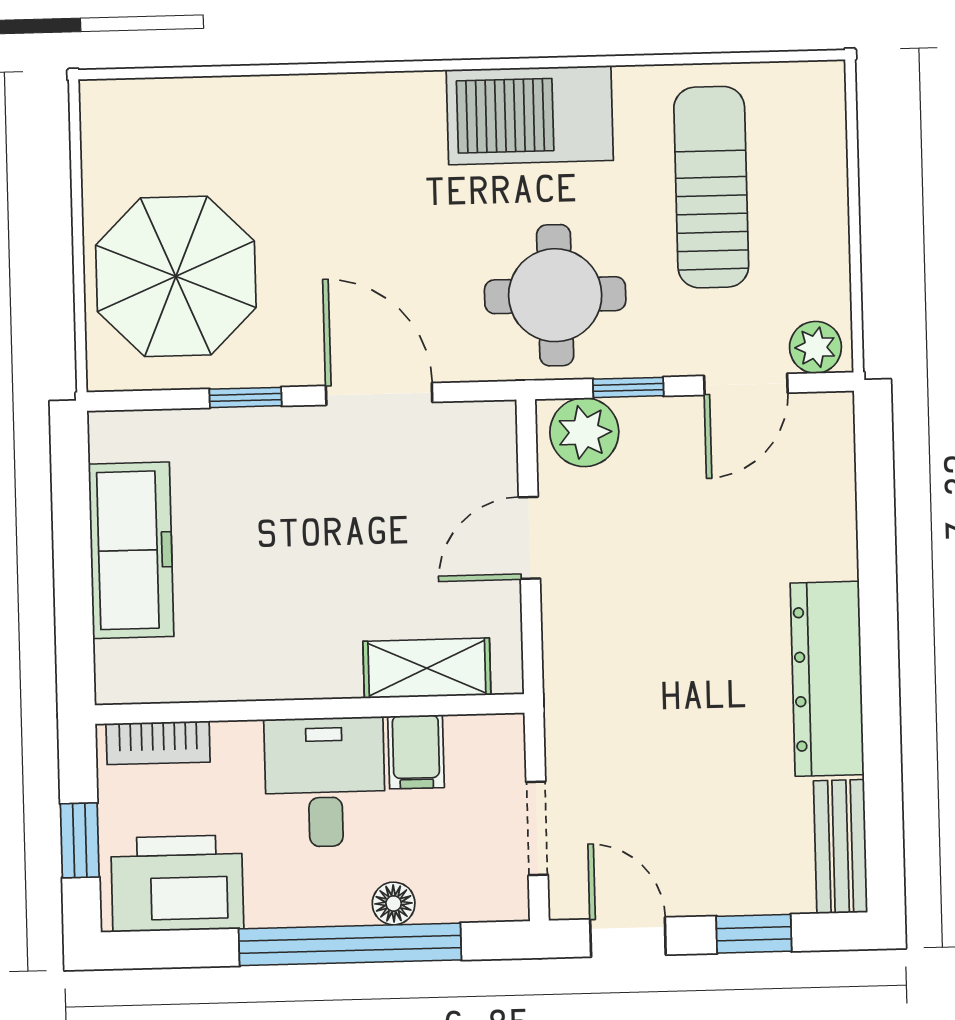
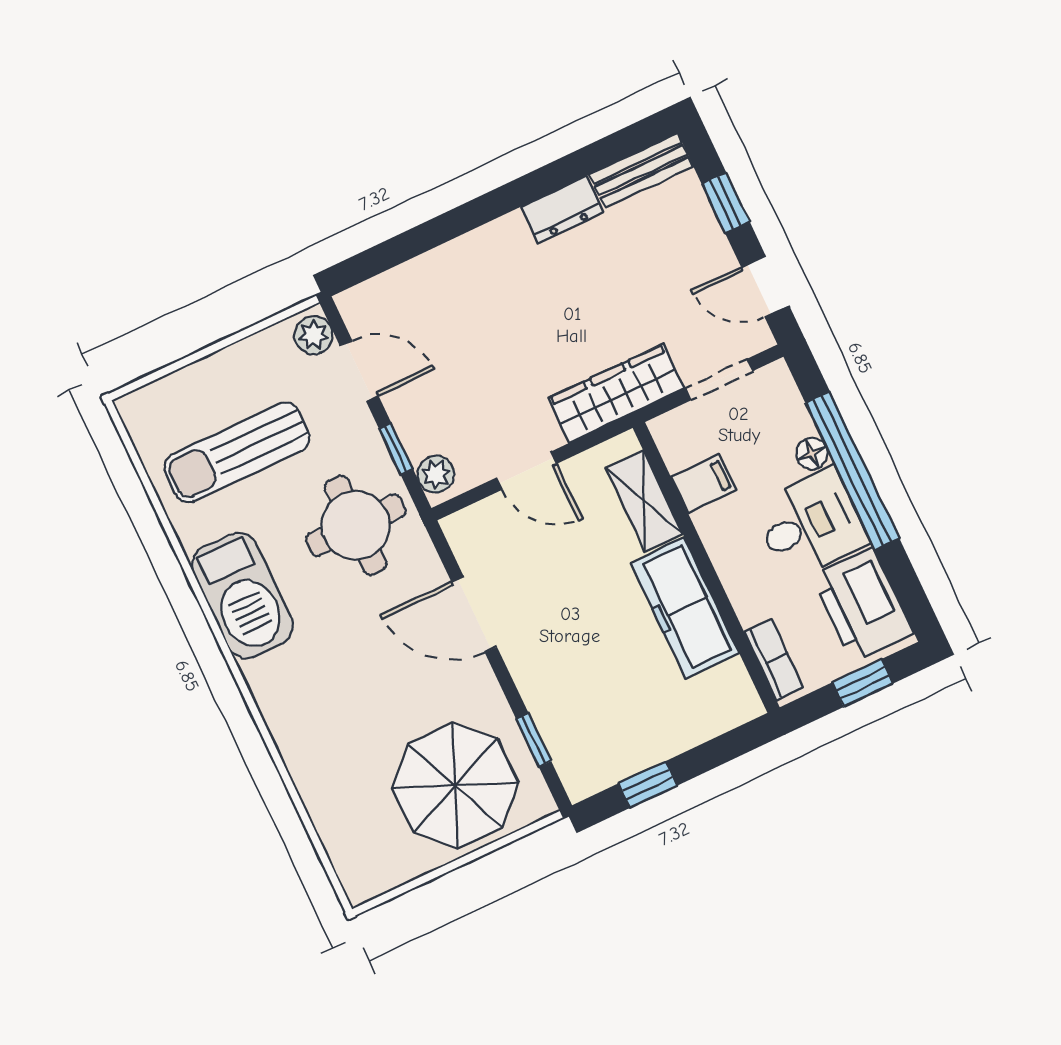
door: (379, 394) -> (474, 614), hinge flipped
window: (246, 397) -> (534, 740), moved
plant: (584, 432) -> (436, 474), width x0.73, depth x0.73
window: (71, 516) -> (648, 785), added
freezer: (131, 550) -> (685, 608), moved, turned -90
dresser: (827, 679) -> (562, 210), width x0.51, depth x0.80
wardrobe: (576, 693) -> (616, 393), added
desk: (325, 782) -> (810, 524), moved, turned 180
door: (628, 937) -> (765, 286), hinge flipped

